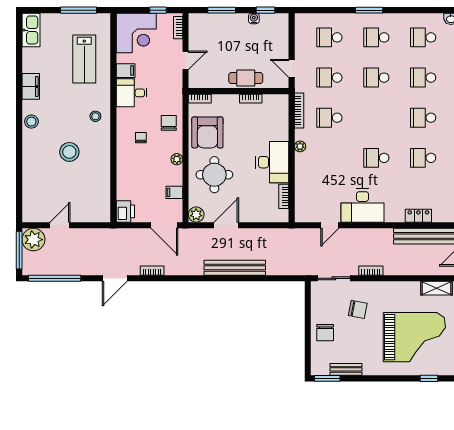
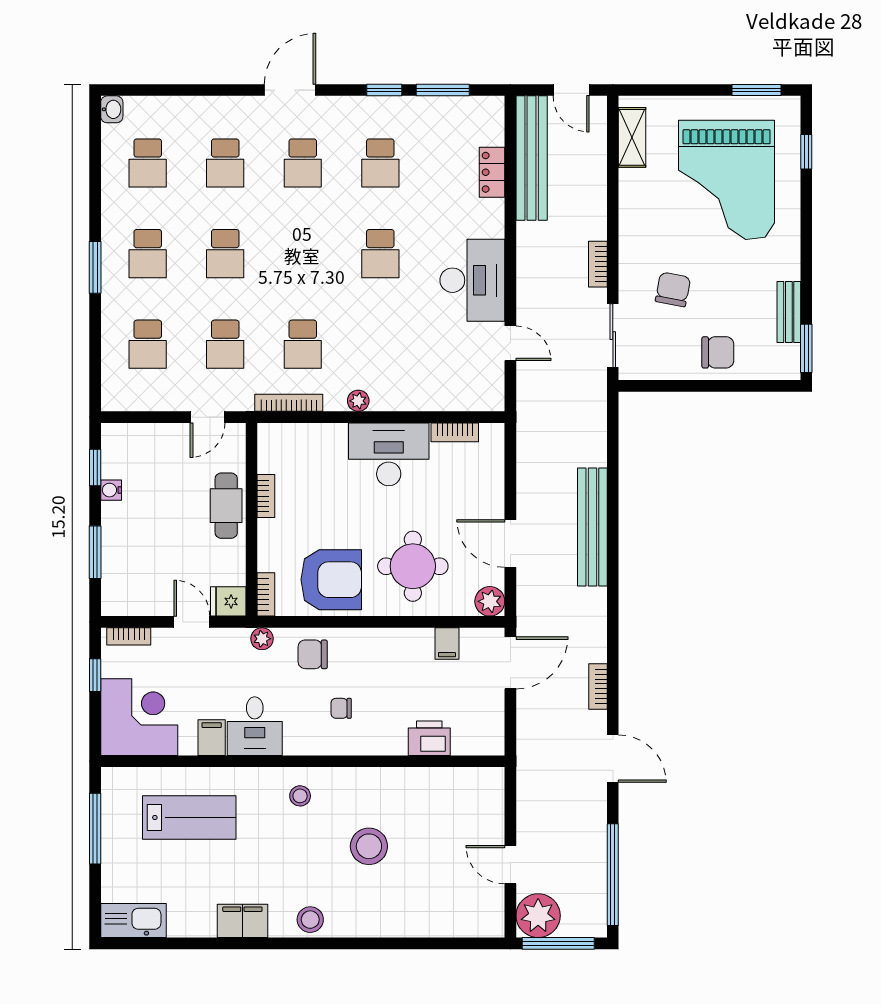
fridge: (196, 79) -> (228, 601), added
plant: (177, 159) -> (262, 639), moved
printer: (125, 211) -> (429, 738), moved
grand piano: (414, 337) -> (727, 180), turned 180

